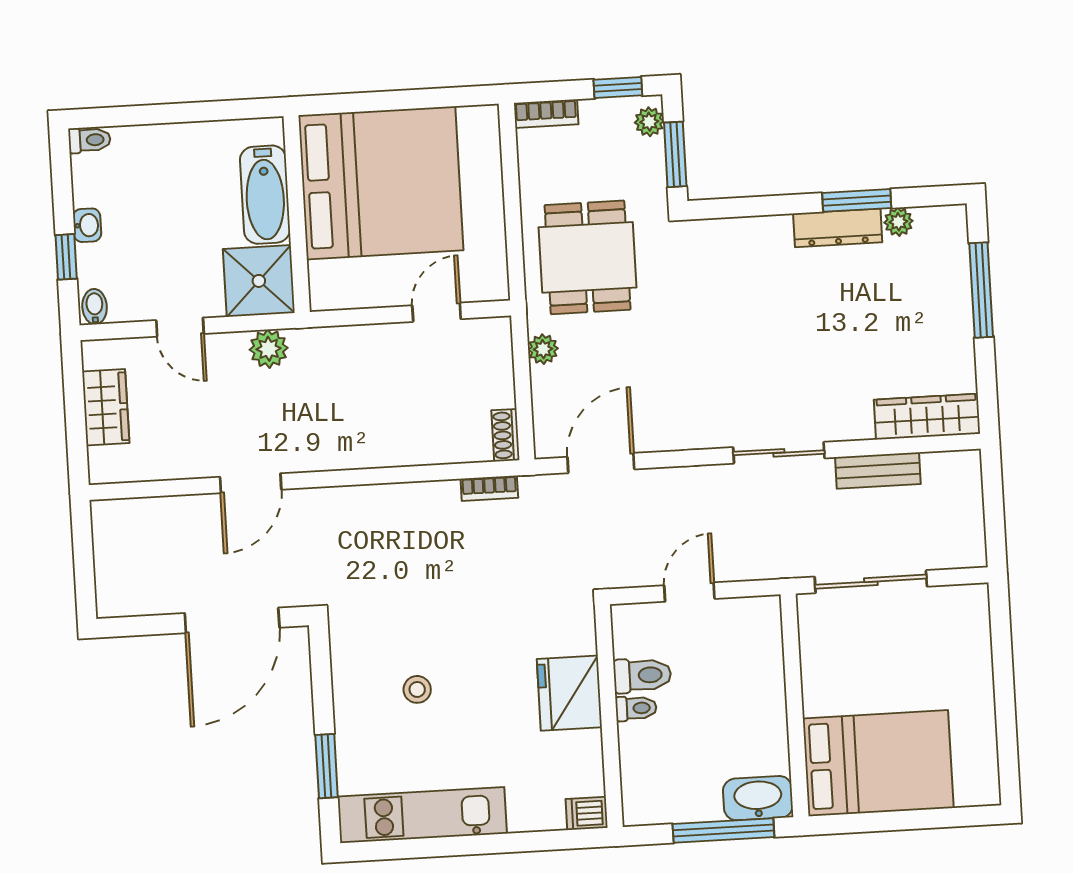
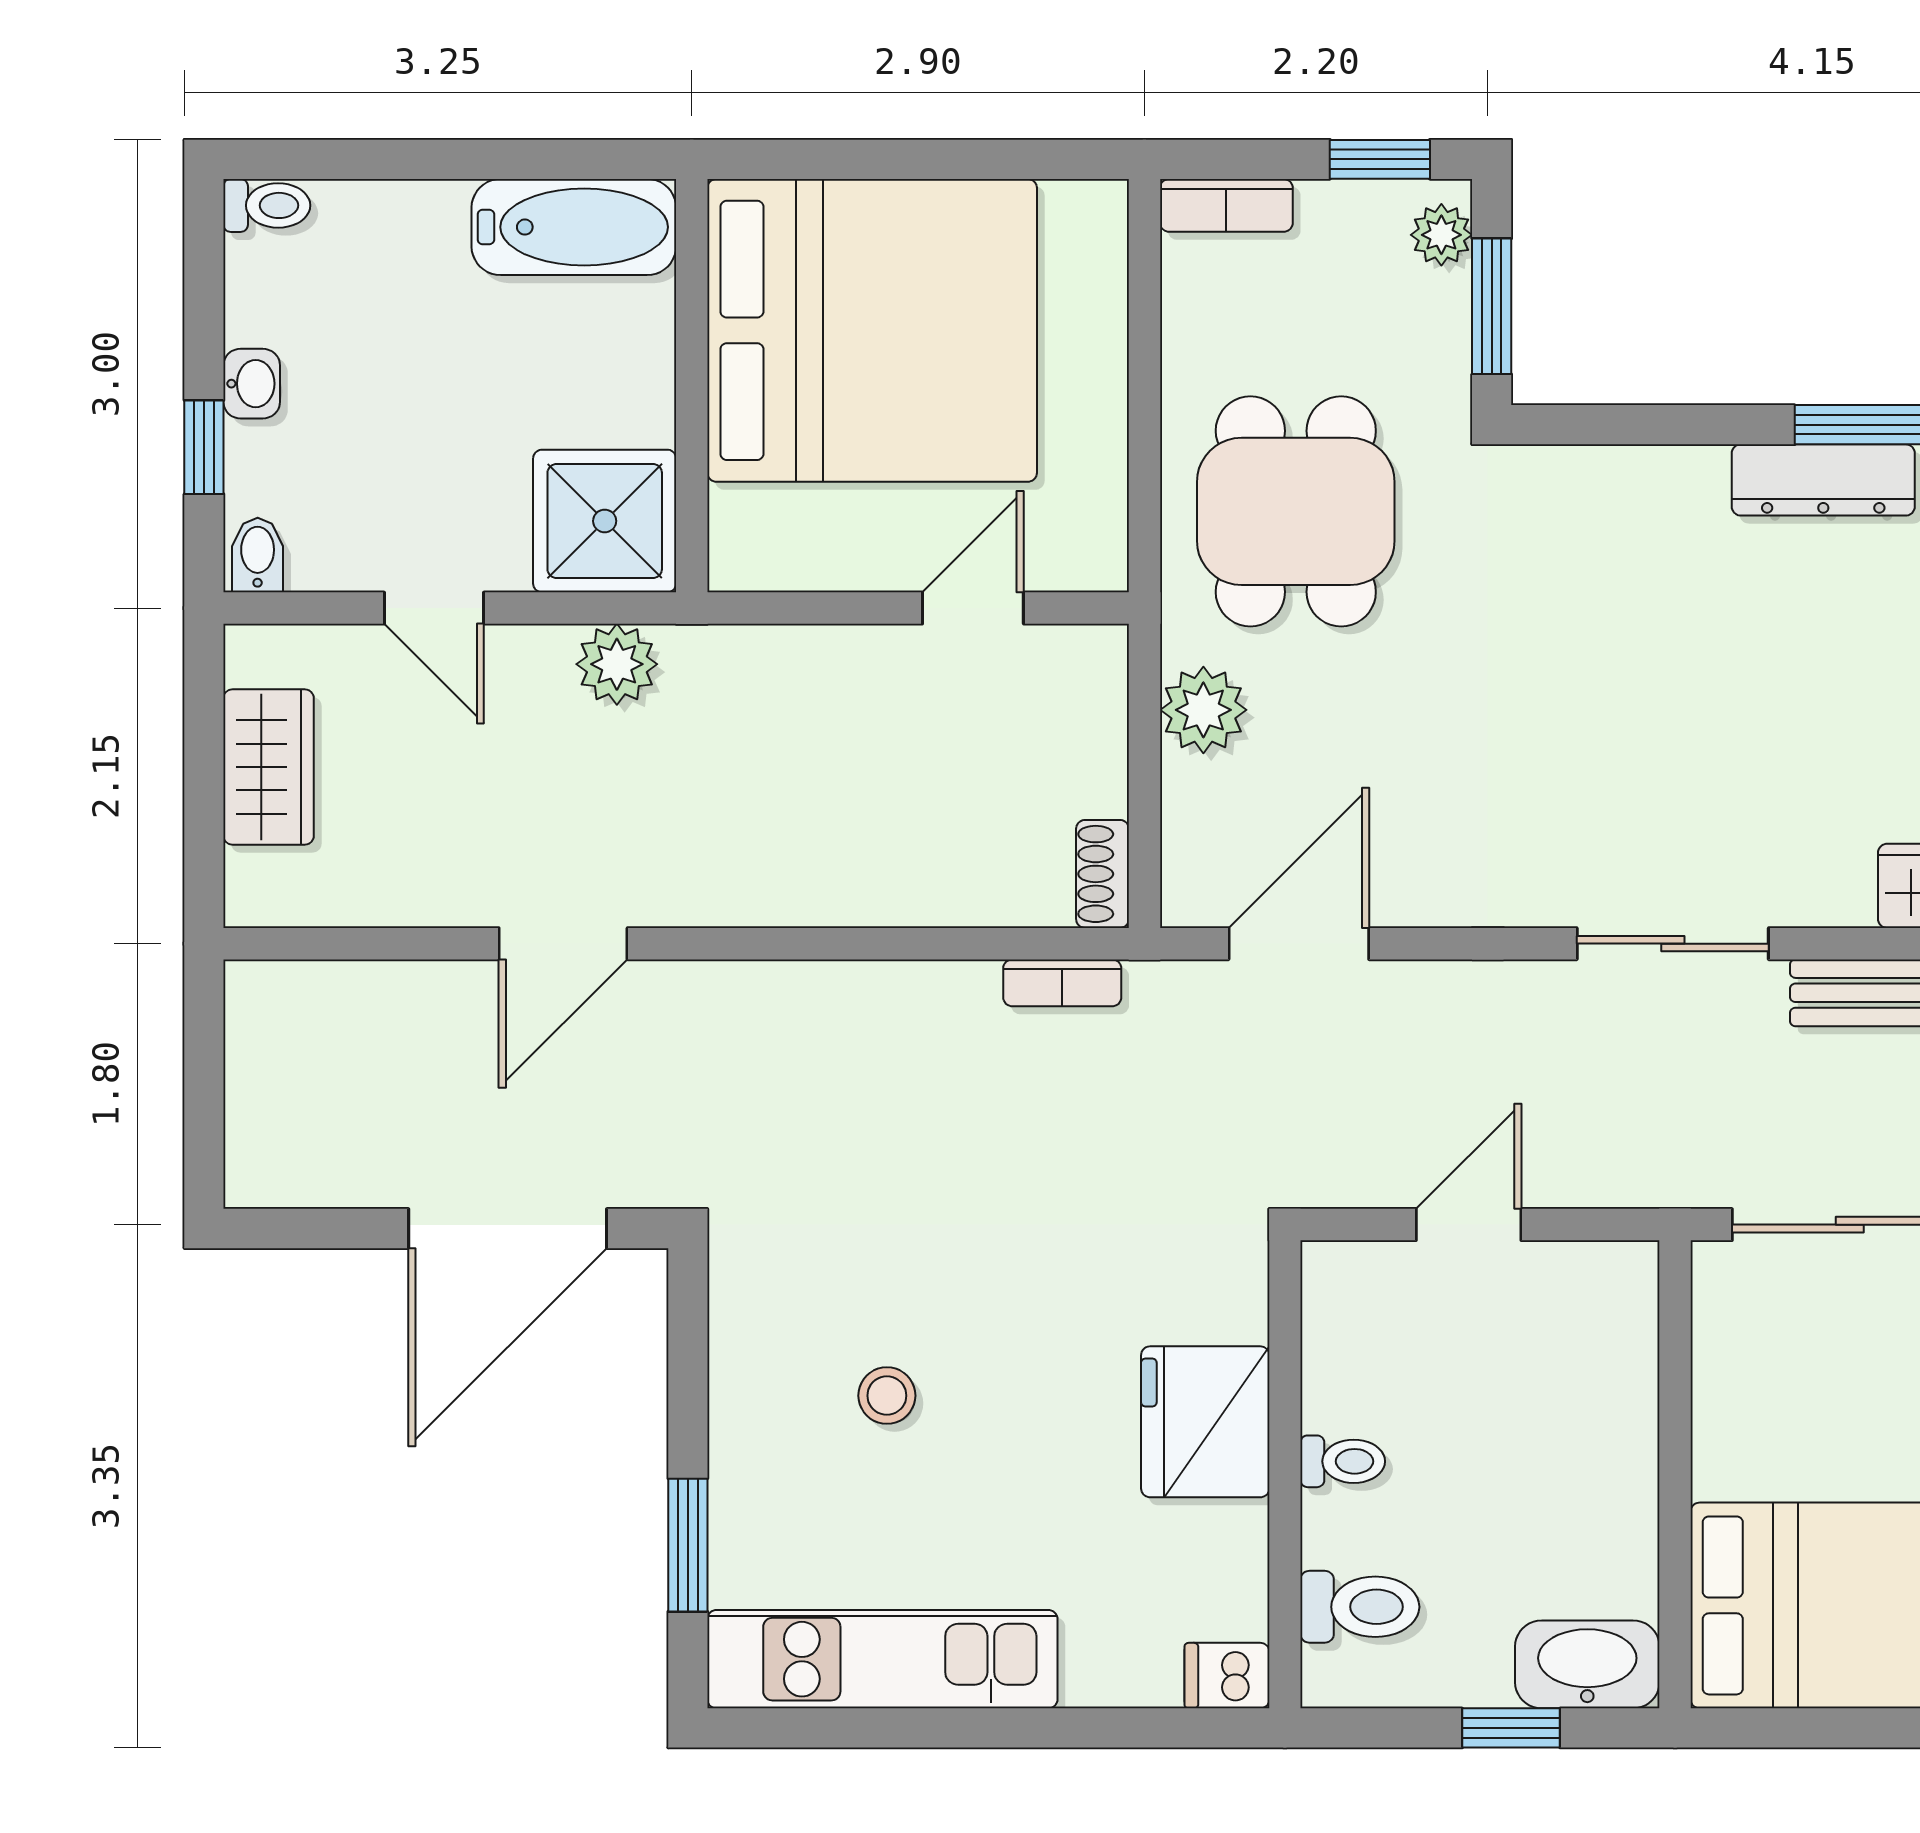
bathtub: (265, 195) -> (574, 227), moved, turned -90
plant: (543, 349) -> (1203, 710), width x1.38, depth x1.38
toilet: (642, 675) -> (1360, 1607), moved
window: (723, 831) -> (1511, 1728), width x0.46

